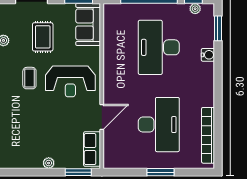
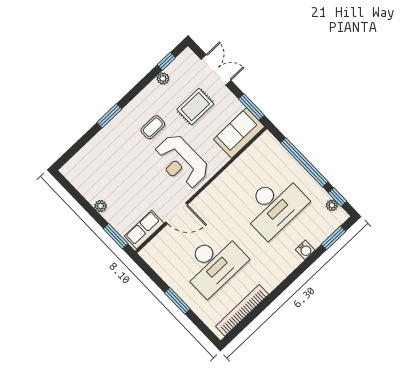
desk: (159, 47) -> (274, 206), turned 180

